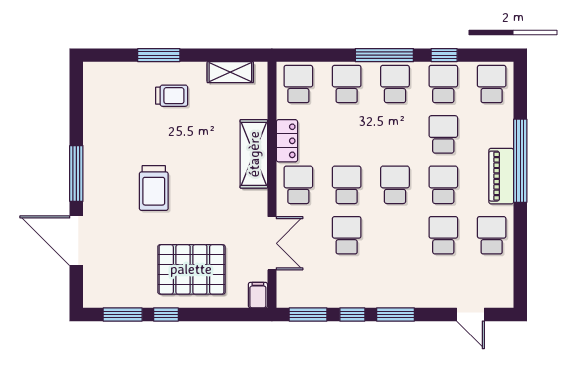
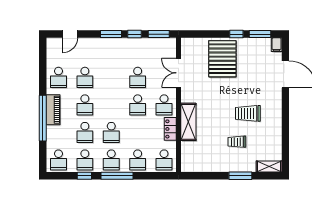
shelving: (230, 72) -> (269, 166), moved
trolley: (172, 96) -> (237, 142), moved
window: (76, 174) -> (285, 111), removed
school desk: (395, 185) -> (111, 132), moved
trolley: (154, 188) -> (248, 113), moved, turned -90
pallet: (191, 269) -> (222, 59), turned 90
filing cabinet: (258, 295) -> (277, 45), moved
door: (471, 314) -> (70, 34), swing flipped

